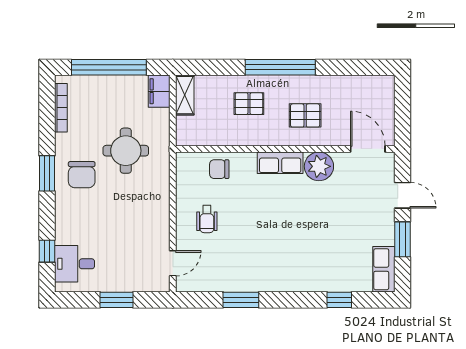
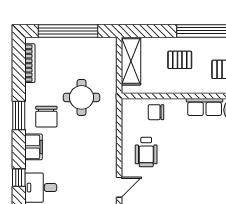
filing cabinet: (159, 91) -> (33, 147), moved, turned 180
shelving: (185, 95) -> (131, 61), width x1.50, depth x1.33
wheelchair: (207, 219) -> (146, 152), width x1.36, depth x1.37

